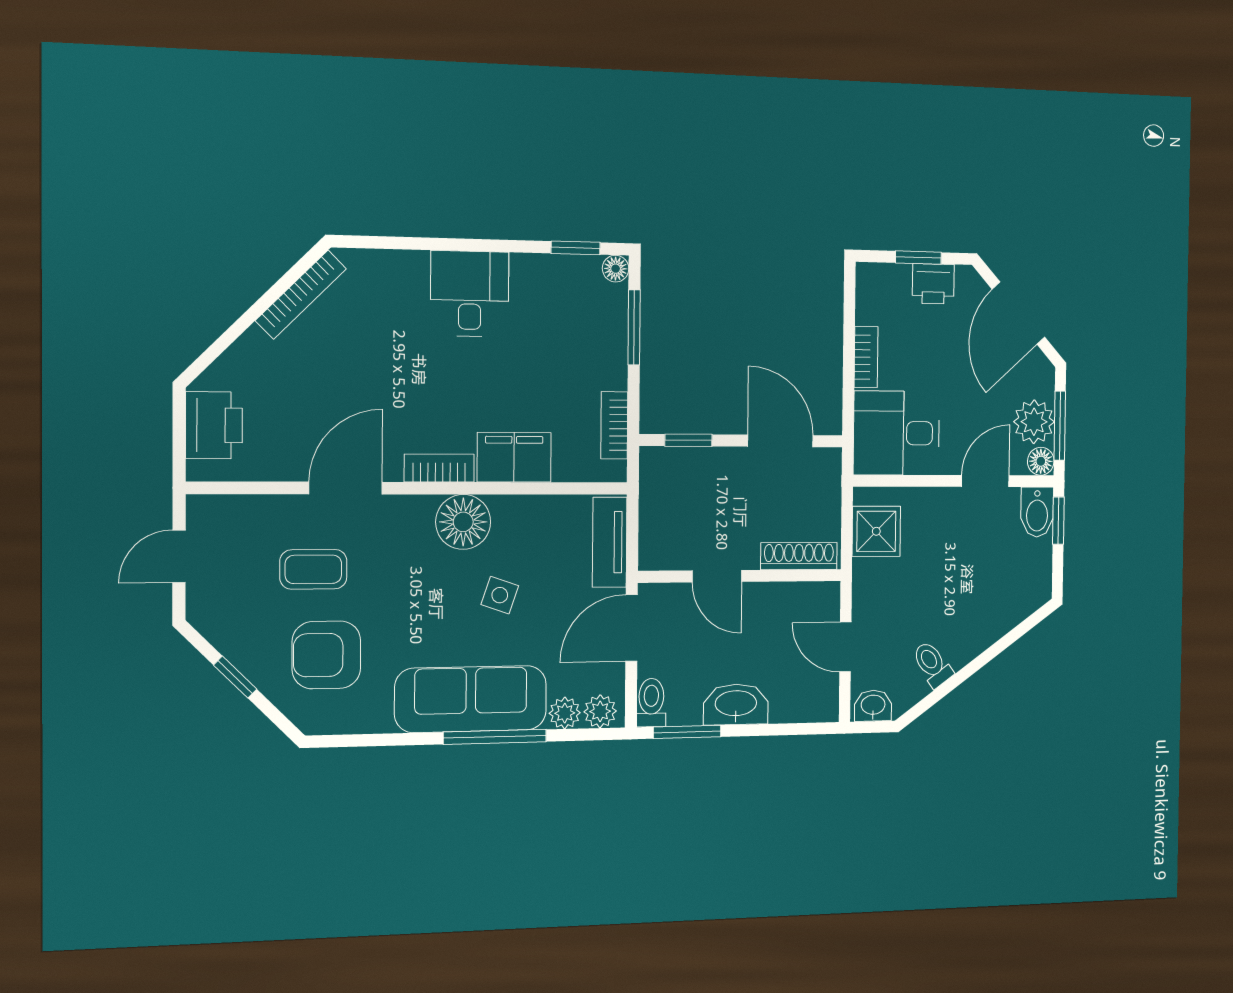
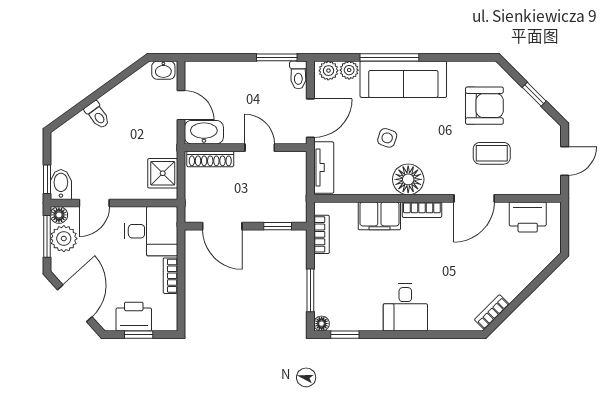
printer: (933, 284) -> (134, 317), width x1.36, depth x1.24
bookcase: (301, 295) -> (492, 312), width x0.64
printer: (214, 425) -> (528, 217), moved, turned -90
toilet: (932, 664) -> (97, 115), moved
washbasin: (736, 704) -> (204, 132), moved, turned 180

